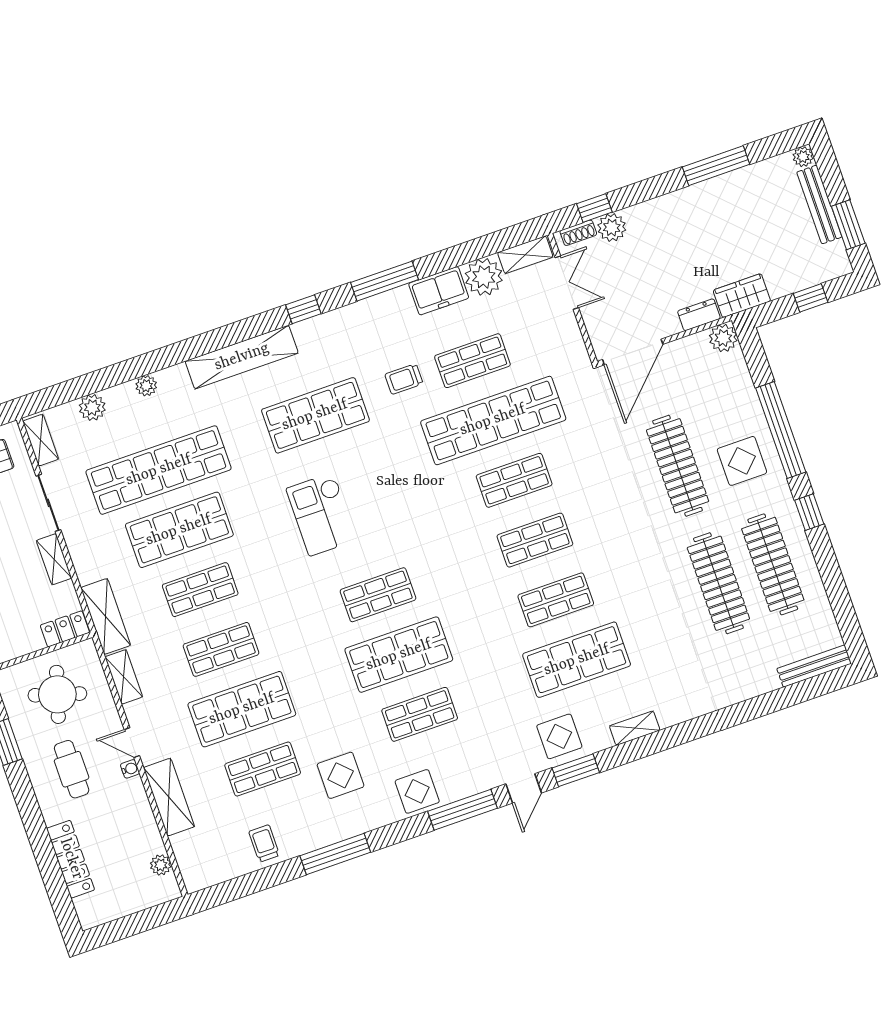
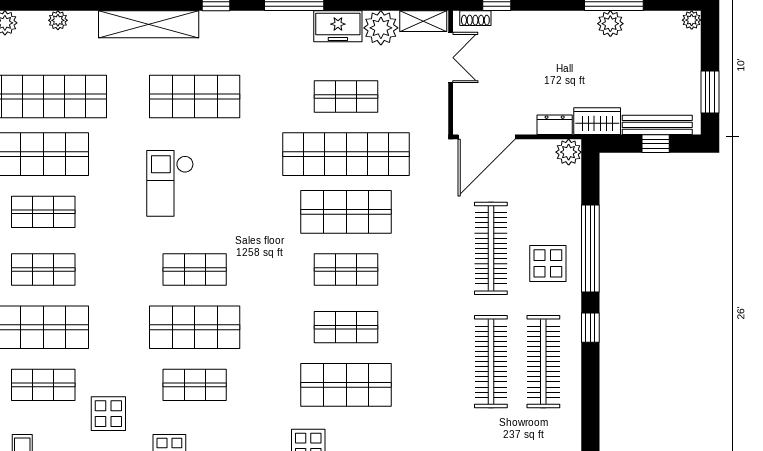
bench: (819, 205) -> (657, 125), moved, turned 90
plant: (612, 228) -> (610, 24), moved
trolley: (404, 379) -> (282, 92), removed
shop shelf: (514, 480) -> (346, 212), width x1.43, depth x1.36

